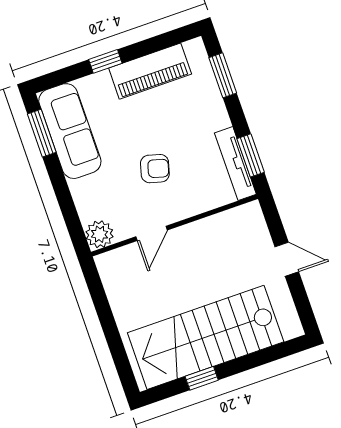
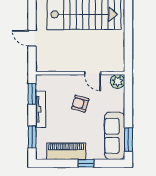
tv unit: (235, 164) -> (41, 109), moved
door: (152, 233) -> (93, 73), swing flipped

